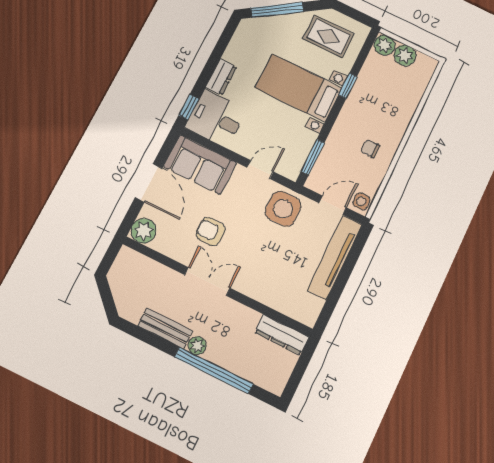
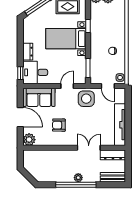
door: (333, 205) -> (108, 86), swing flipped
tv unit: (335, 257) -> (120, 125), moved
double door: (207, 281) -> (89, 148), moved
bench: (165, 328) -> (113, 177), moved
window: (214, 370) -> (76, 185), moved

